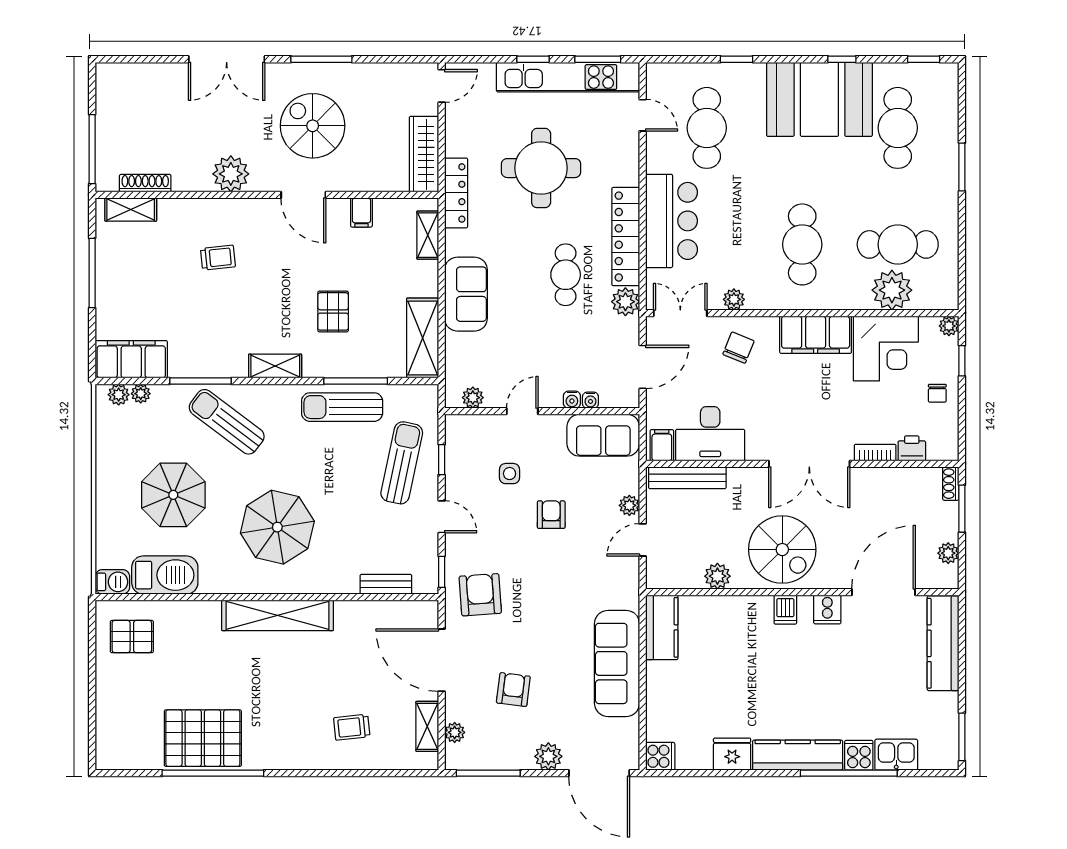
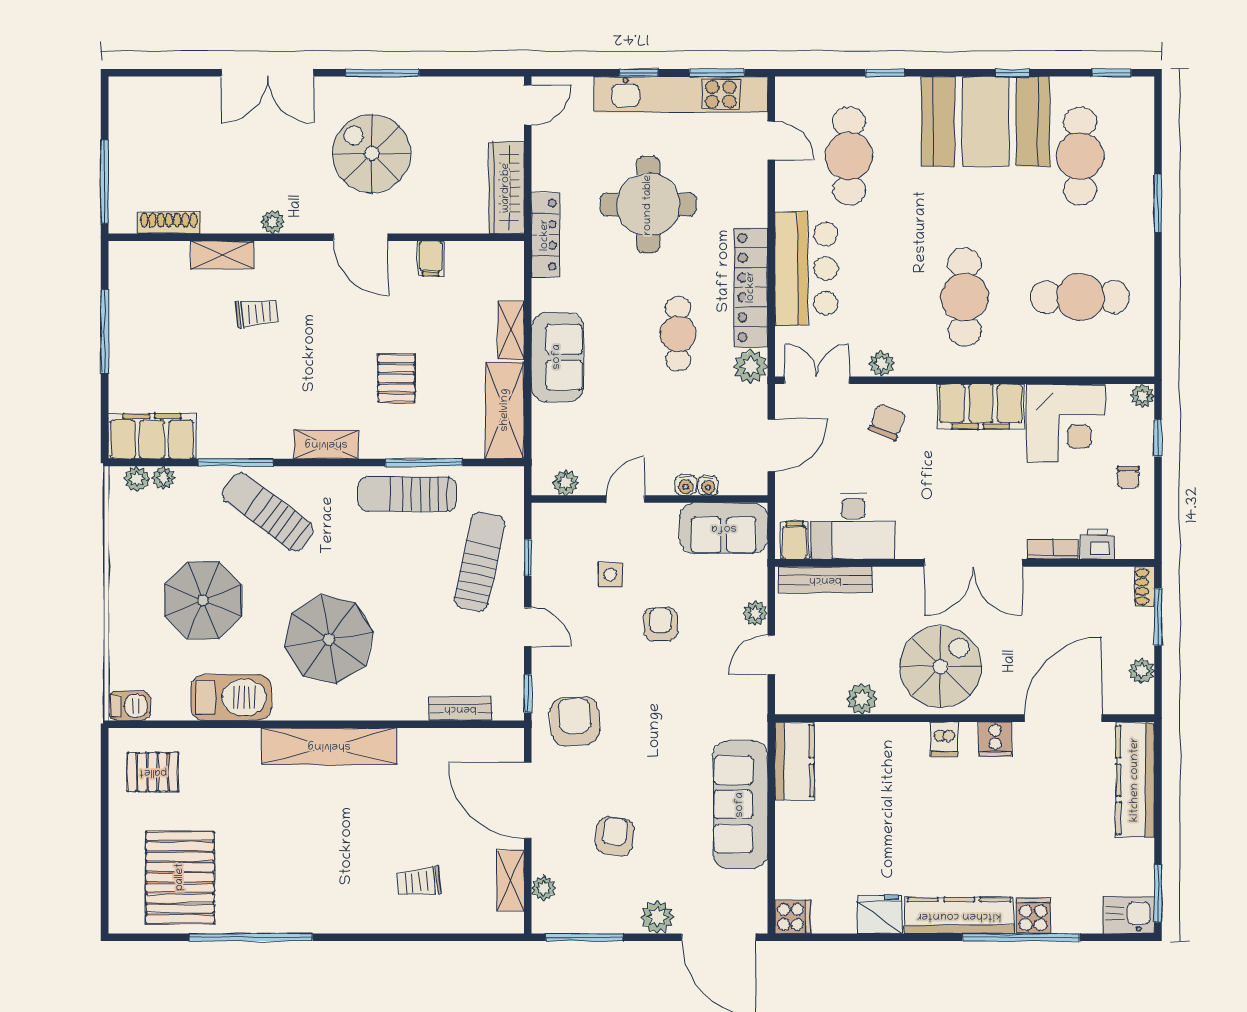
plant: (231, 174) -> (273, 222), width x0.53, depth x0.53
shelving: (131, 210) -> (222, 255), moved
shelving: (428, 235) -> (511, 330), moved
plant: (892, 290) -> (1073, 352), removed
spiral stairs: (782, 550) -> (940, 667), turned -90
barbecue: (165, 575) -> (231, 697), moved
pallet: (203, 738) -> (180, 877), moved, turned 90
kitchen sink: (896, 755) -> (1128, 915), moved

